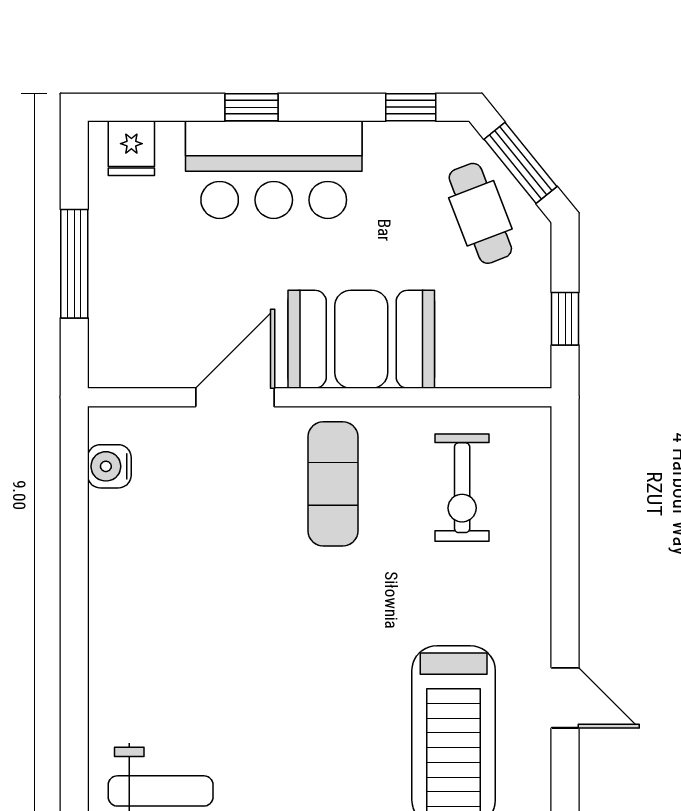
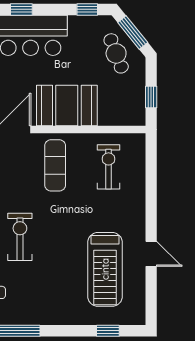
exercise bike: (462, 488) -> (109, 167), turned 180
exercise bike: (248, 657) -> (20, 237), added

